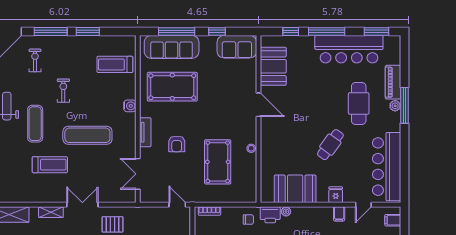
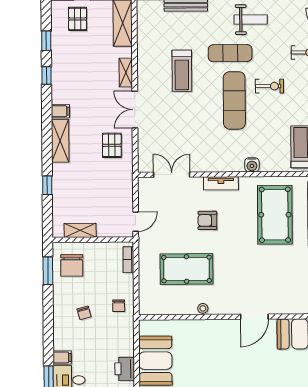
exercise mat: (87, 135) -> (234, 100), moved
double door: (82, 205) -> (135, 110), swing flipped
plant: (286, 212) -> (128, 350), removed
printer: (270, 215) -> (125, 369), moved

